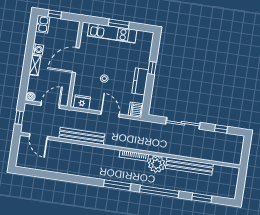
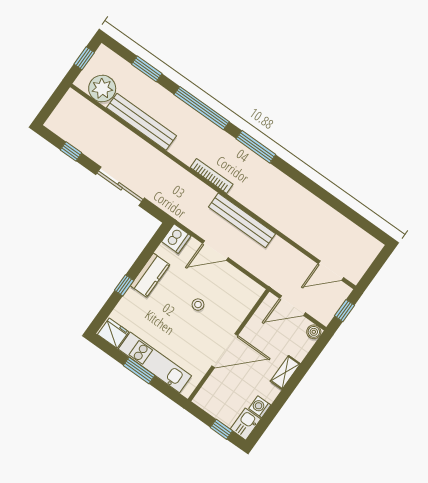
washing machine: (38, 49) -> (260, 407), moved
fridge: (82, 102) -> (113, 333), moved, turned 180
door: (110, 114) -> (215, 251), hinge flipped
door: (38, 136) -> (331, 271), swing flipped
bench: (82, 136) -> (242, 220), moved
plant: (157, 164) -> (102, 88), moved
window: (240, 186) -> (84, 58), added

